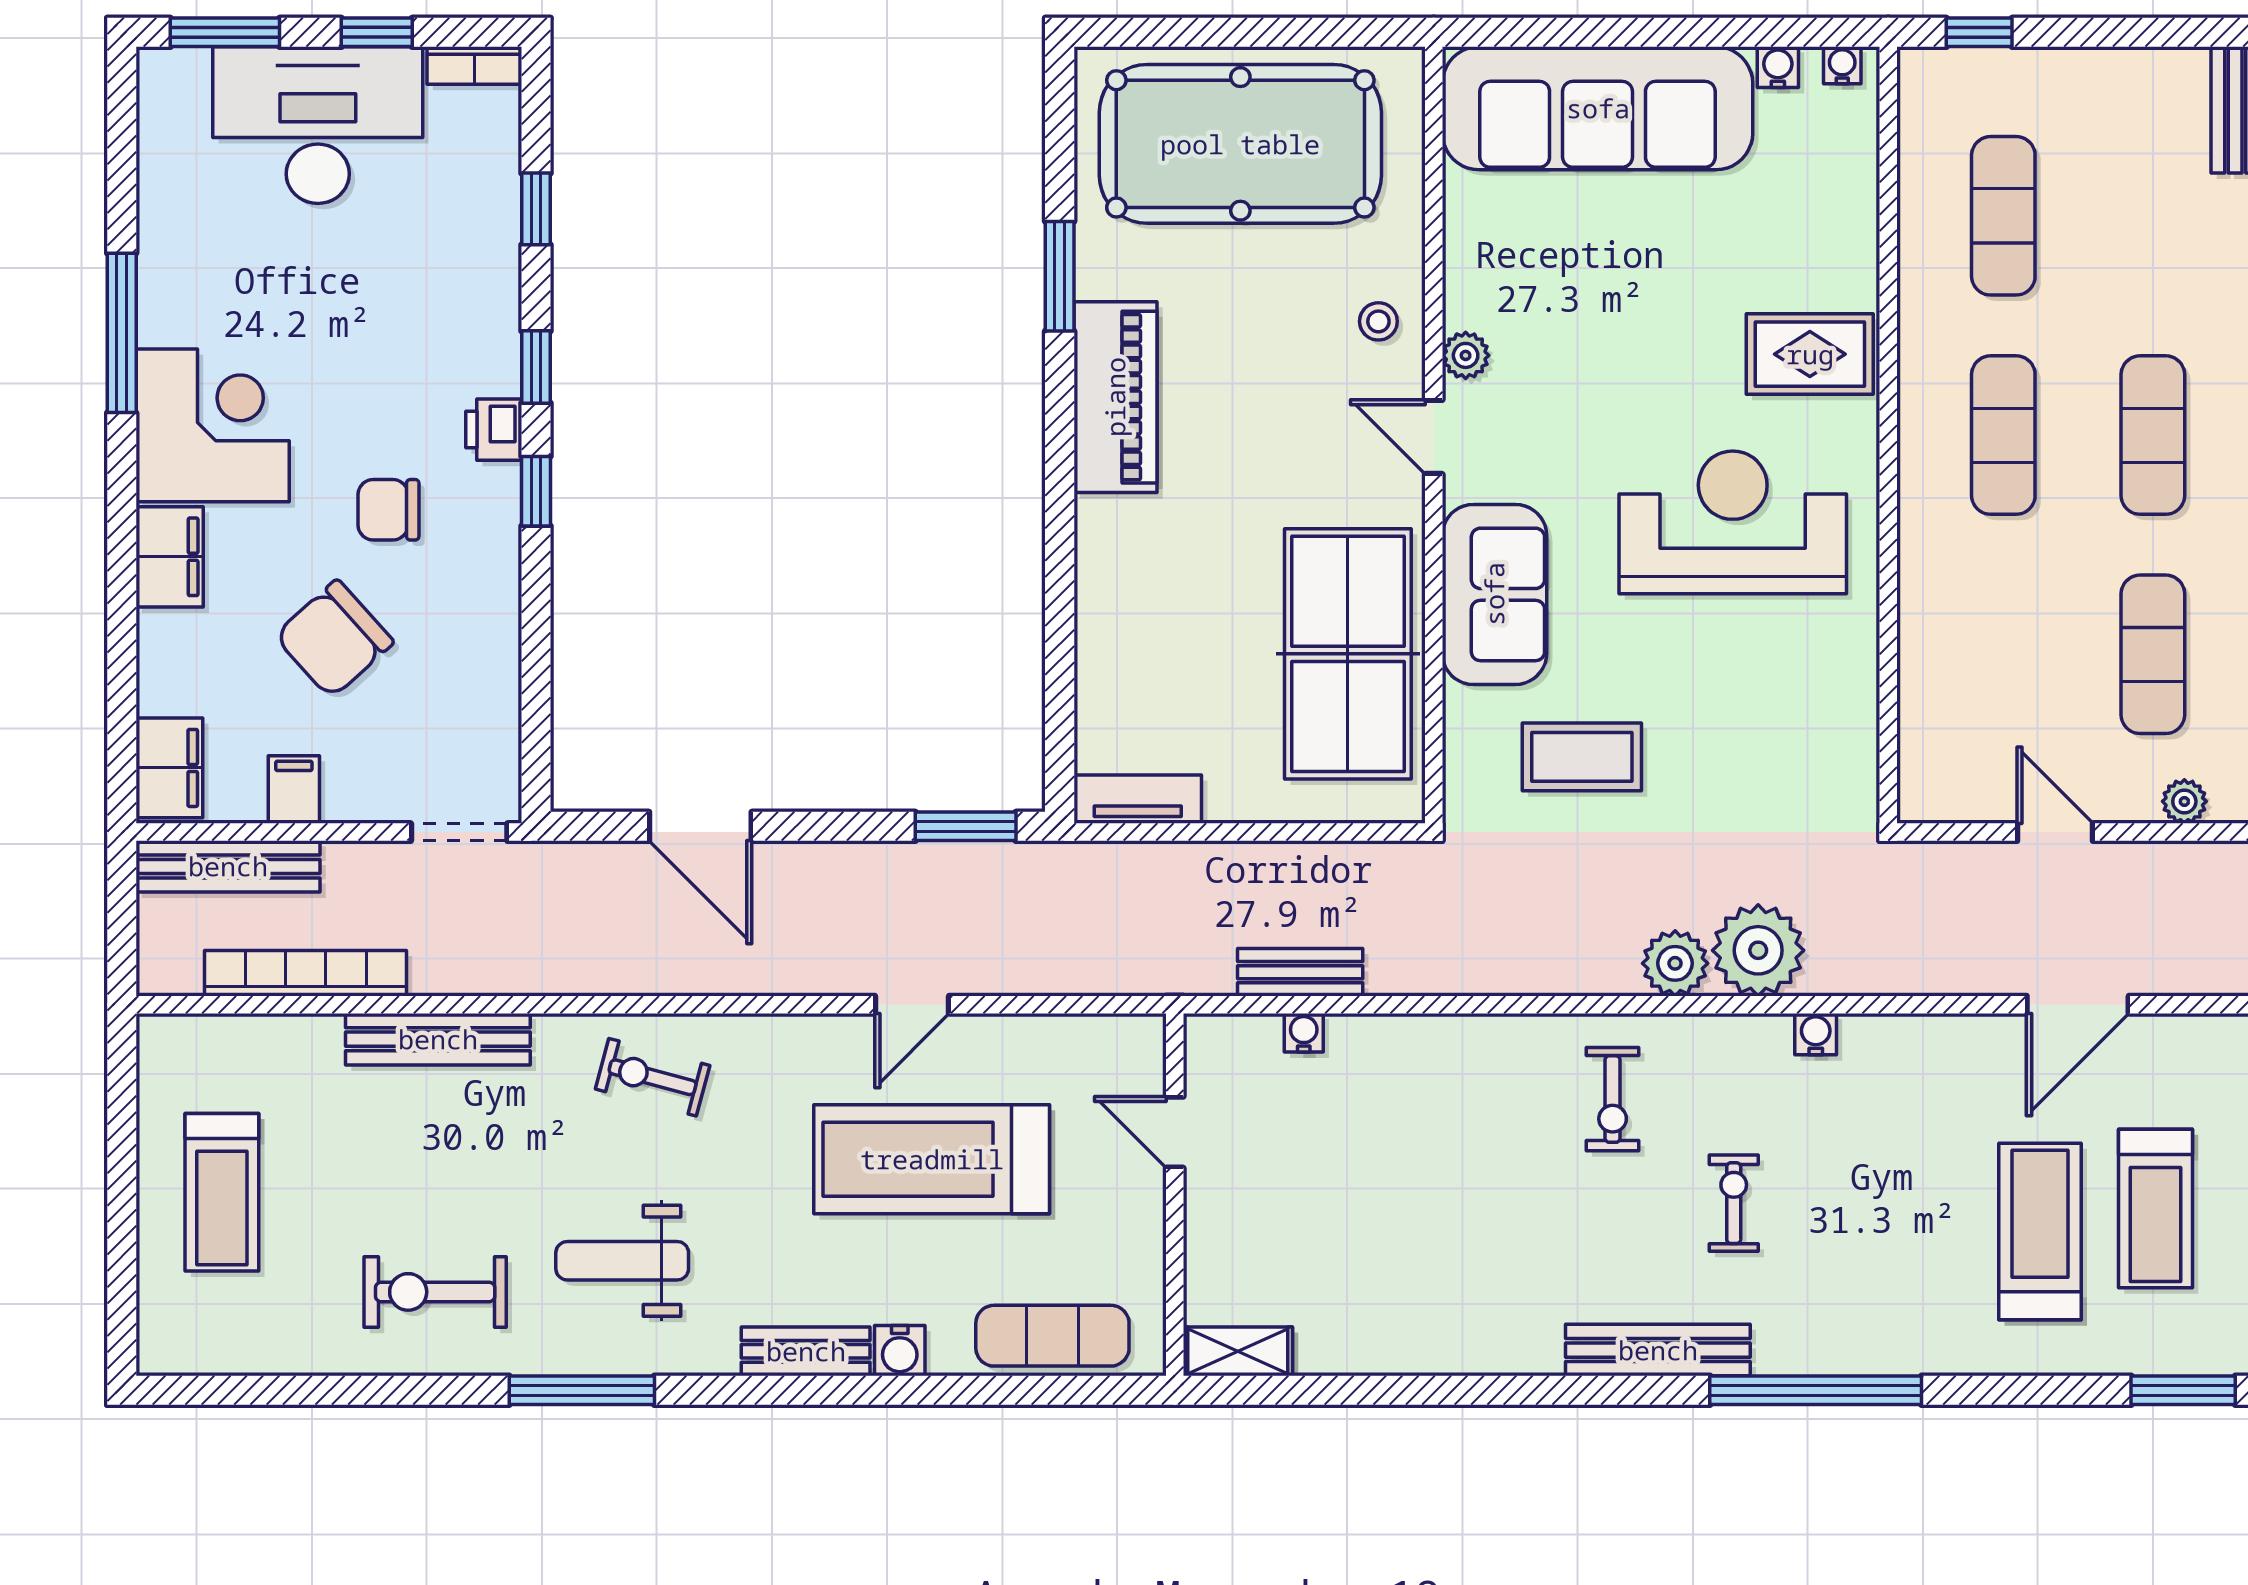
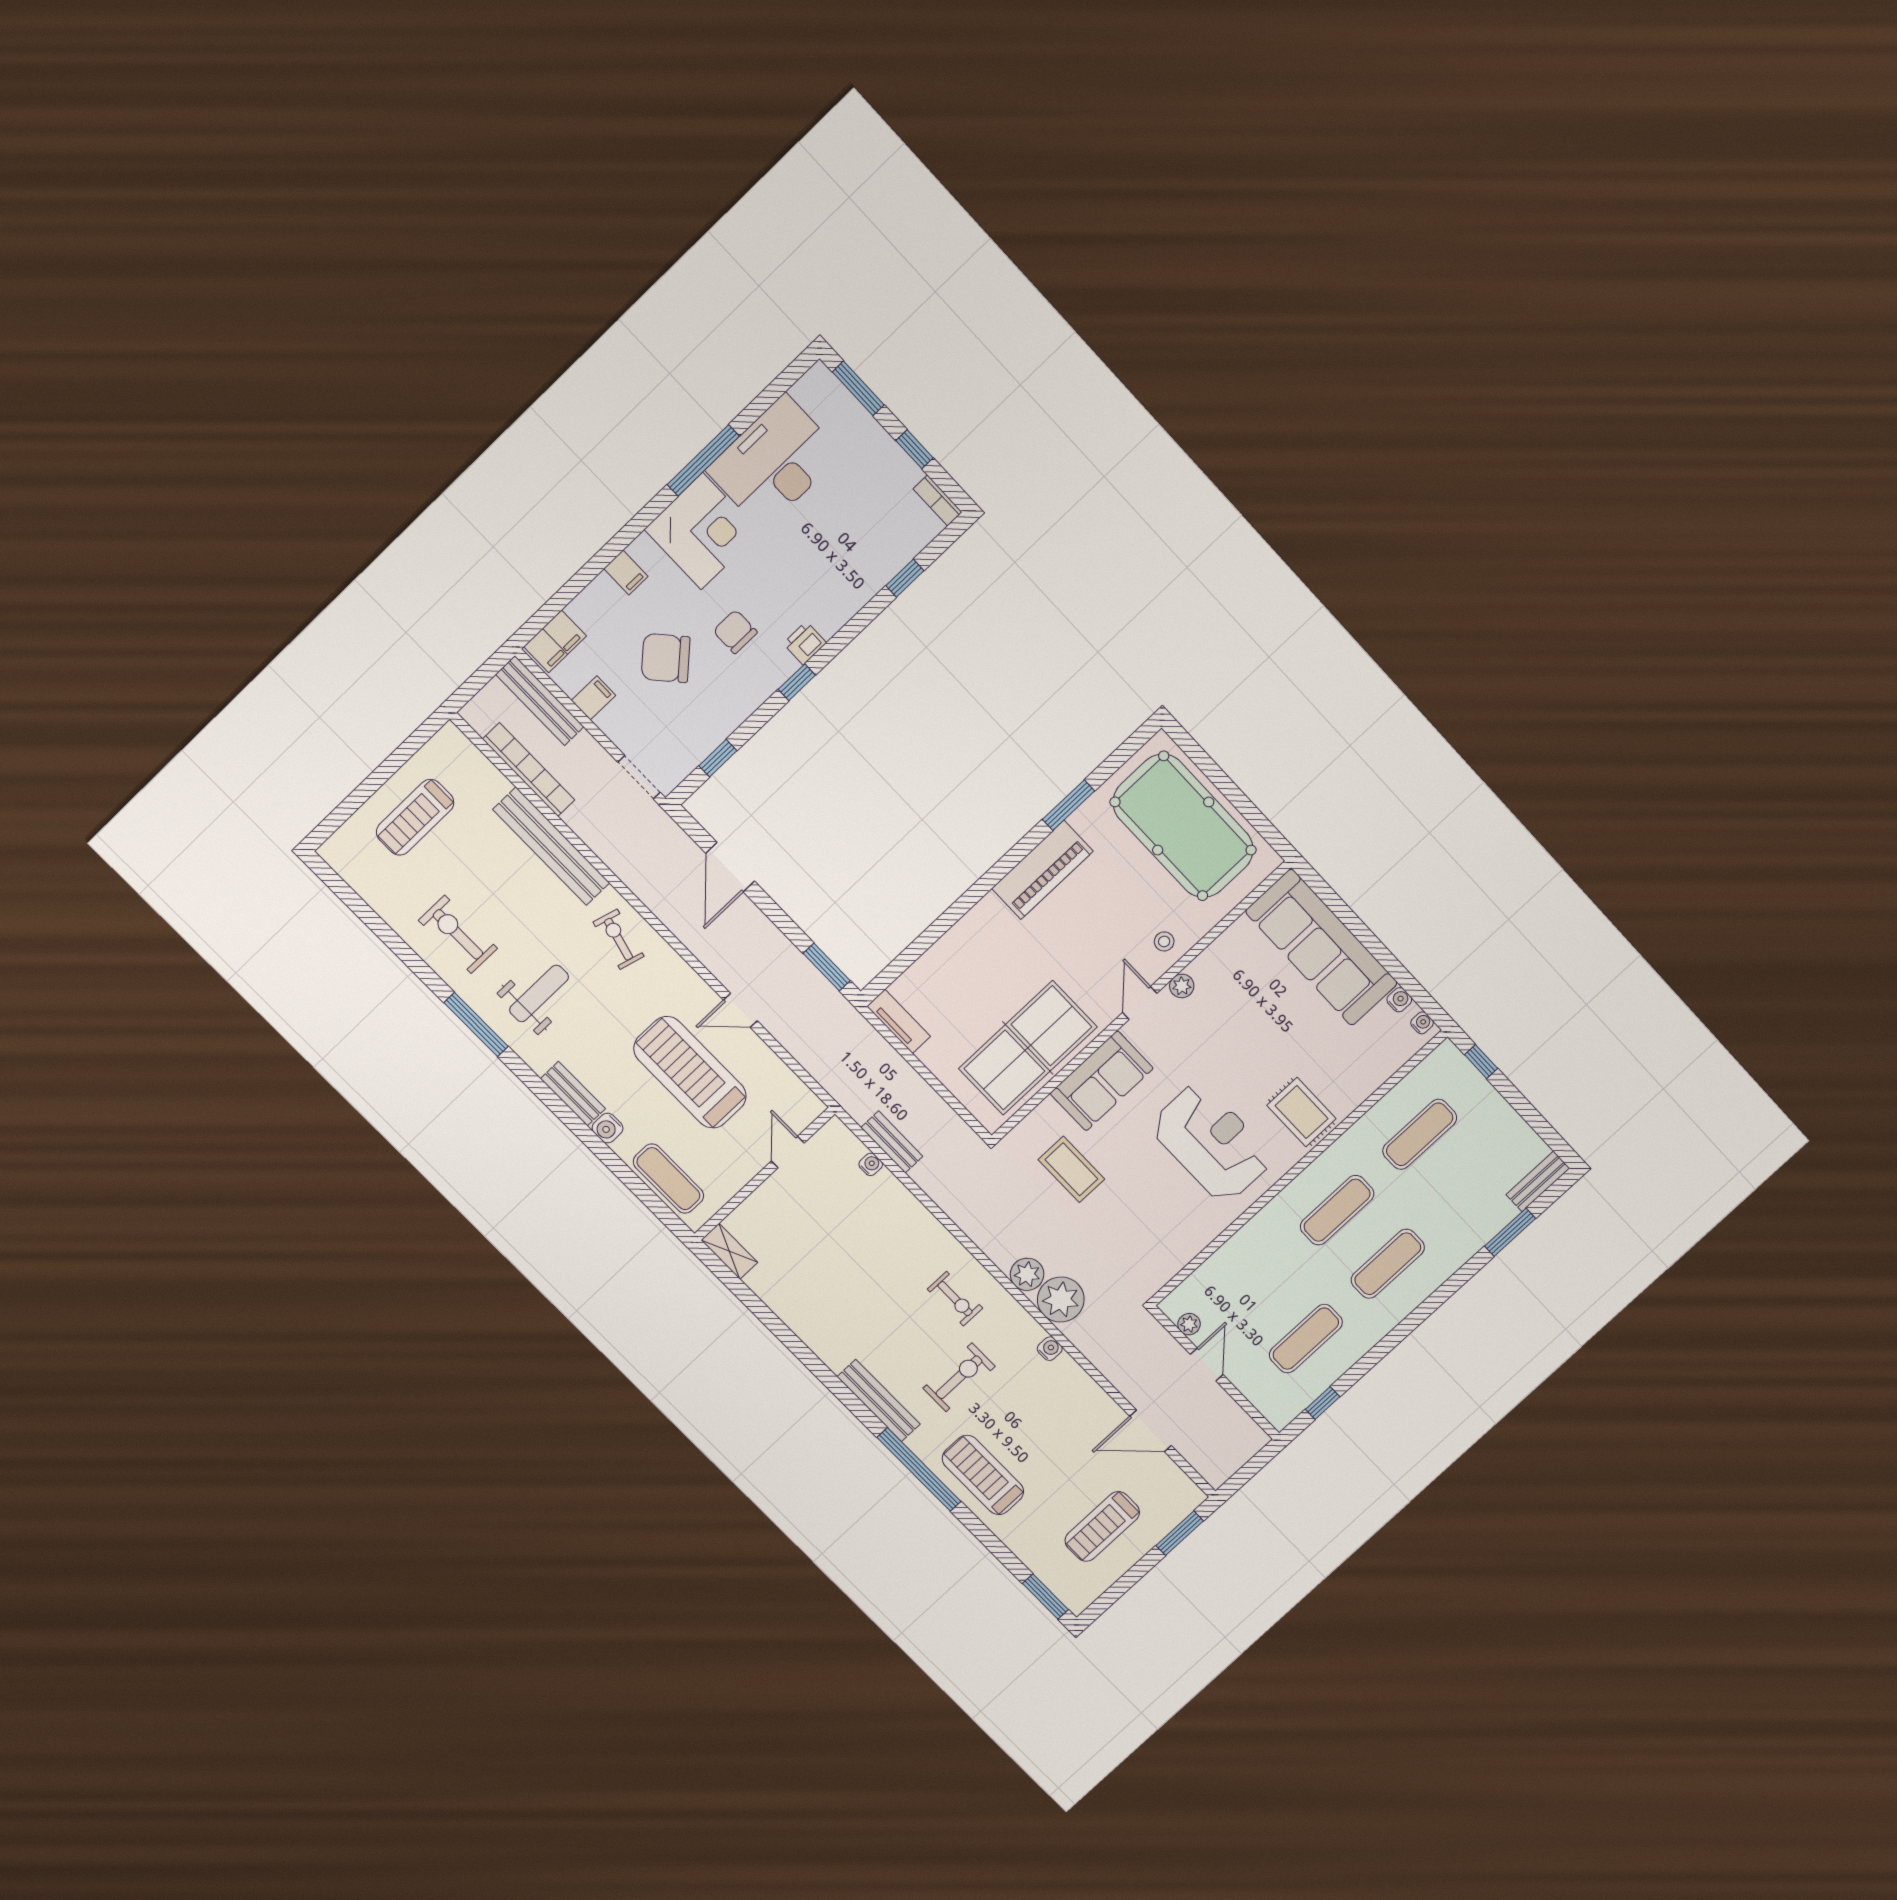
desk: (318, 125) -> (774, 462), moved, turned -90
window: (536, 367) -> (718, 758), moved
filing cabinet: (170, 557) -> (626, 573), width x0.50
plant: (2184, 801) -> (1189, 1324), moved
bench: (438, 1039) -> (551, 846), width x1.37, depth x1.21
exercise bike: (1613, 1099) -> (955, 1299), turned -90
exercise bike: (1734, 1203) -> (959, 1377), width x1.38, depth x1.39
treadmill: (2040, 1232) -> (983, 1475), moved, turned -90
weight bench: (622, 1261) -> (539, 993), turned 90

